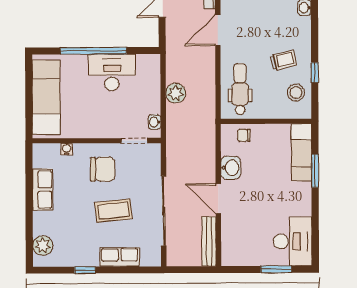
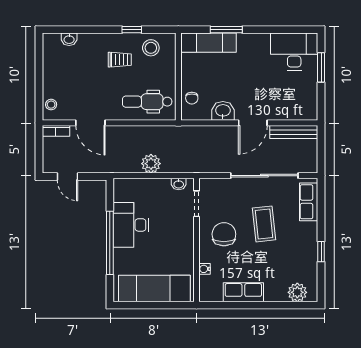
trolley: (284, 60) -> (120, 60), turned 103
row of seats: (120, 257) -> (309, 202), moved

